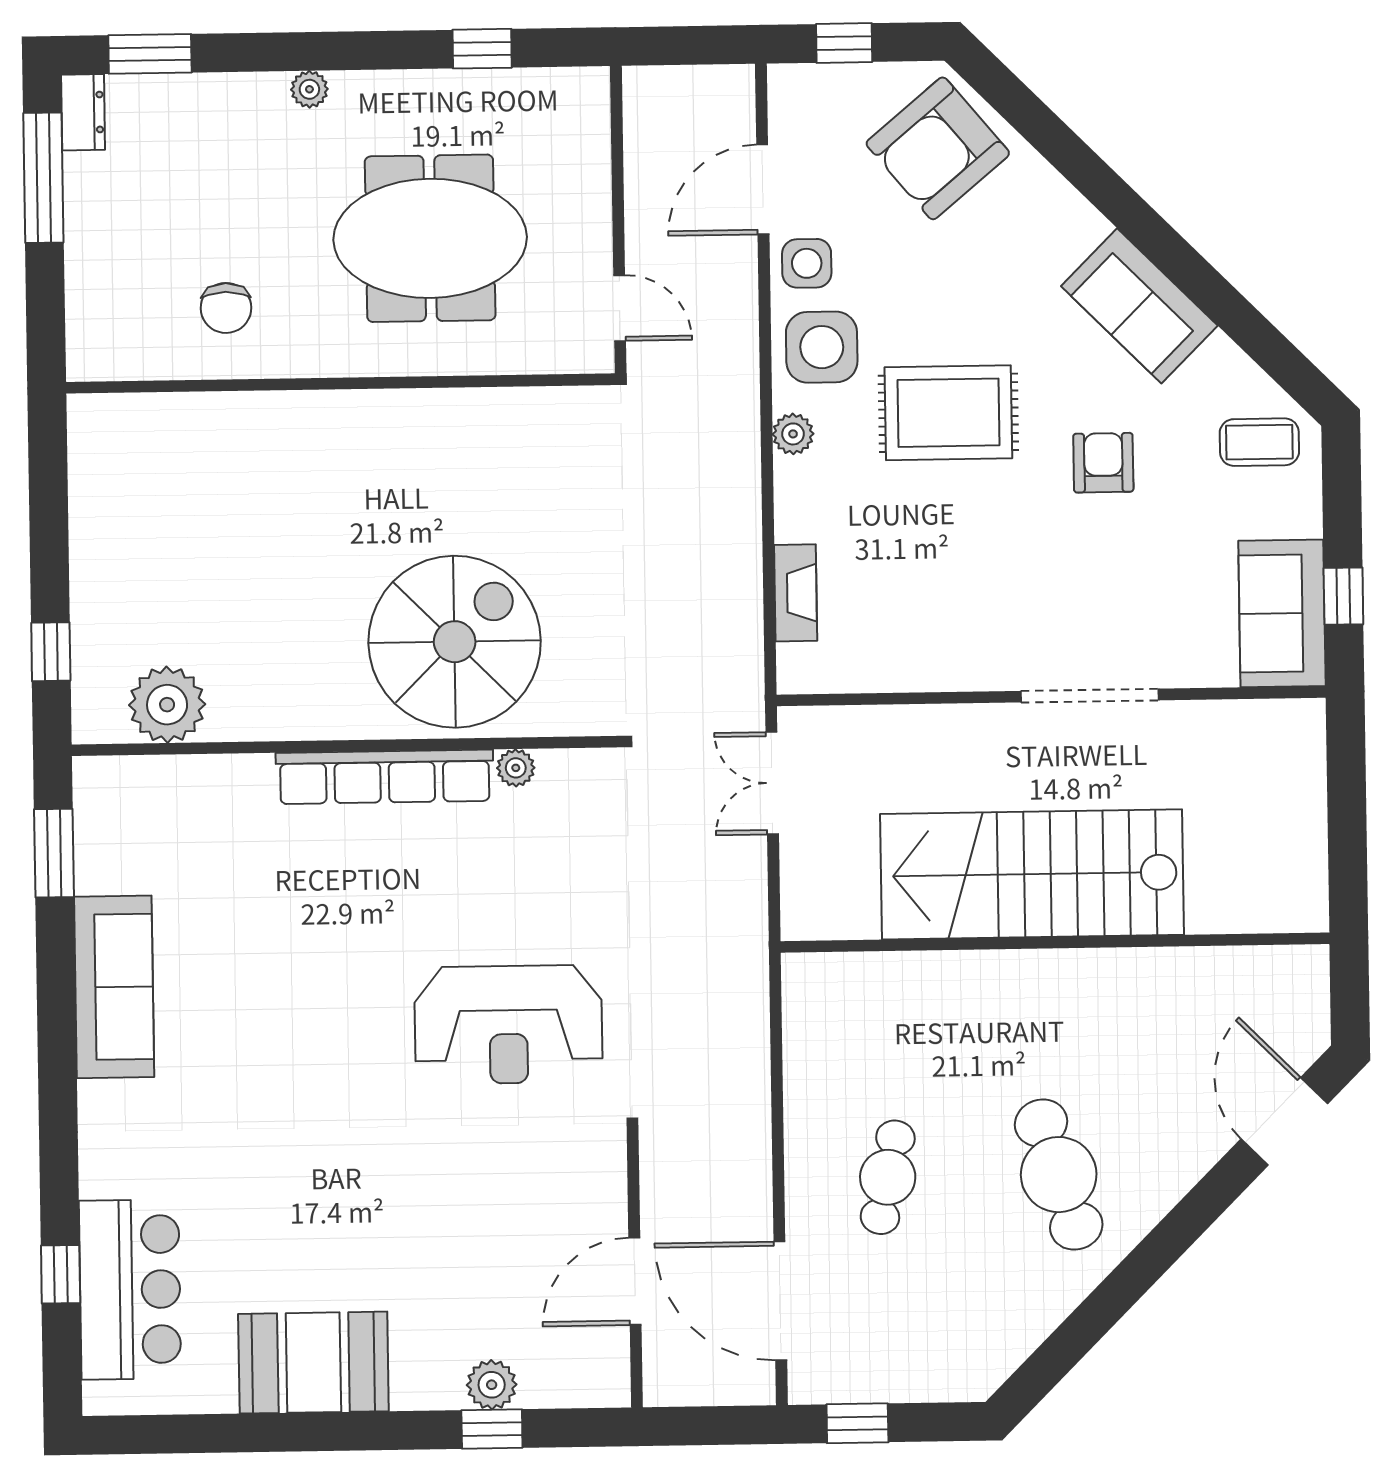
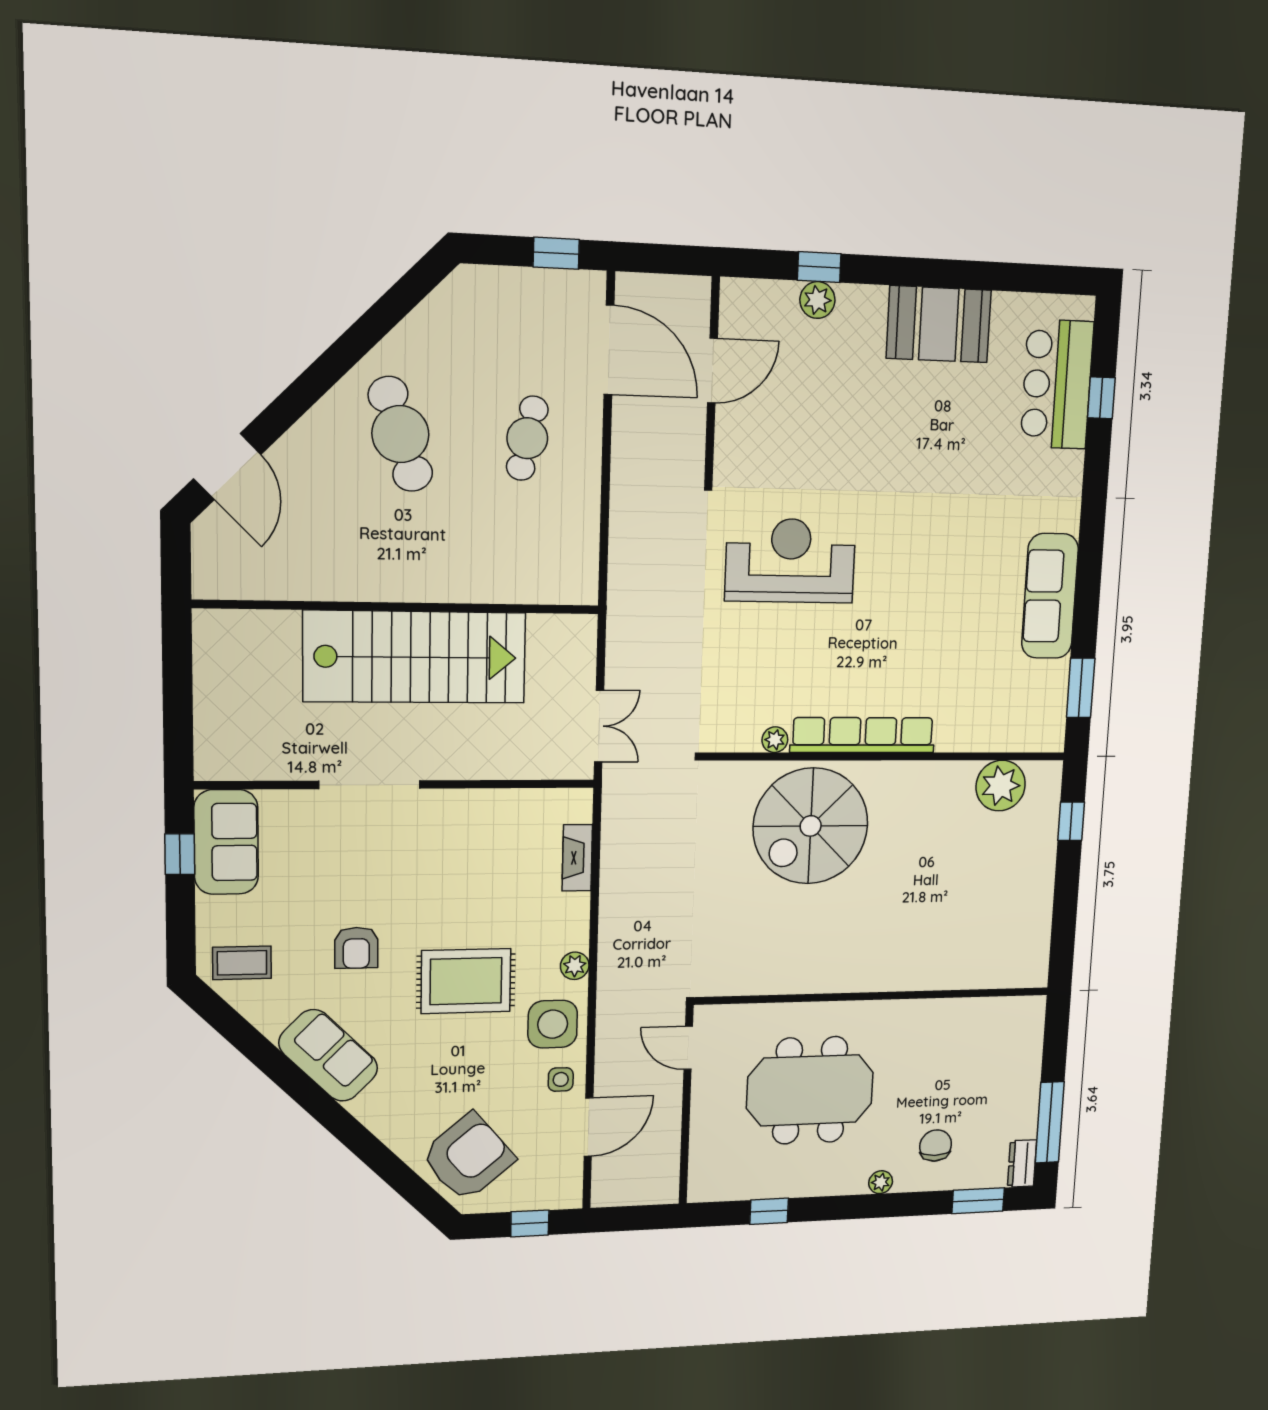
side table: (807, 263) -> (561, 1079), width x0.73, depth x0.73
chair: (226, 308) -> (936, 1145), moved

